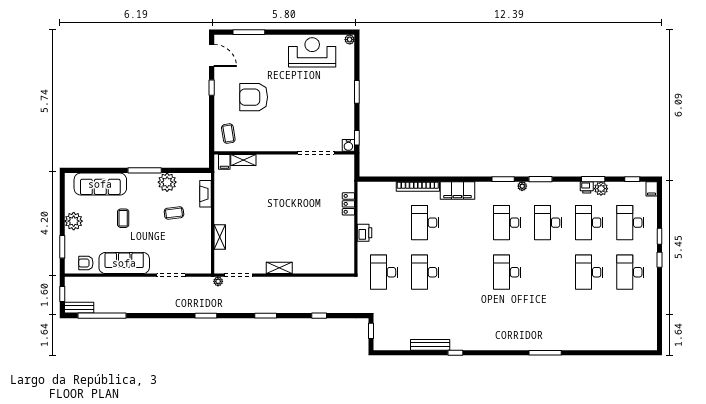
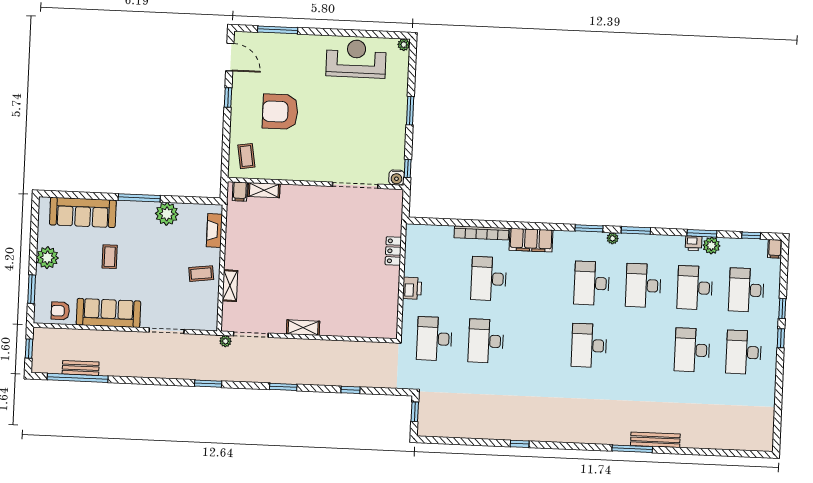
coffee table: (174, 213) -> (201, 274), moved
bench: (79, 308) -> (81, 368), moved
bench: (430, 345) -> (655, 440), moved

